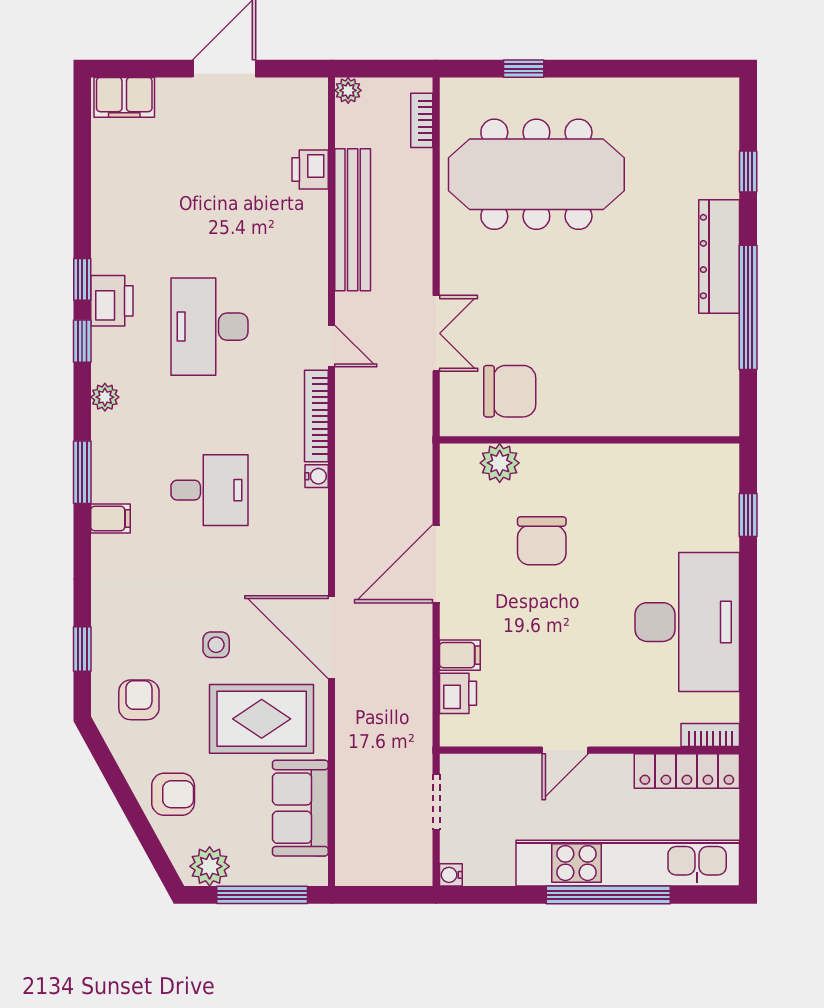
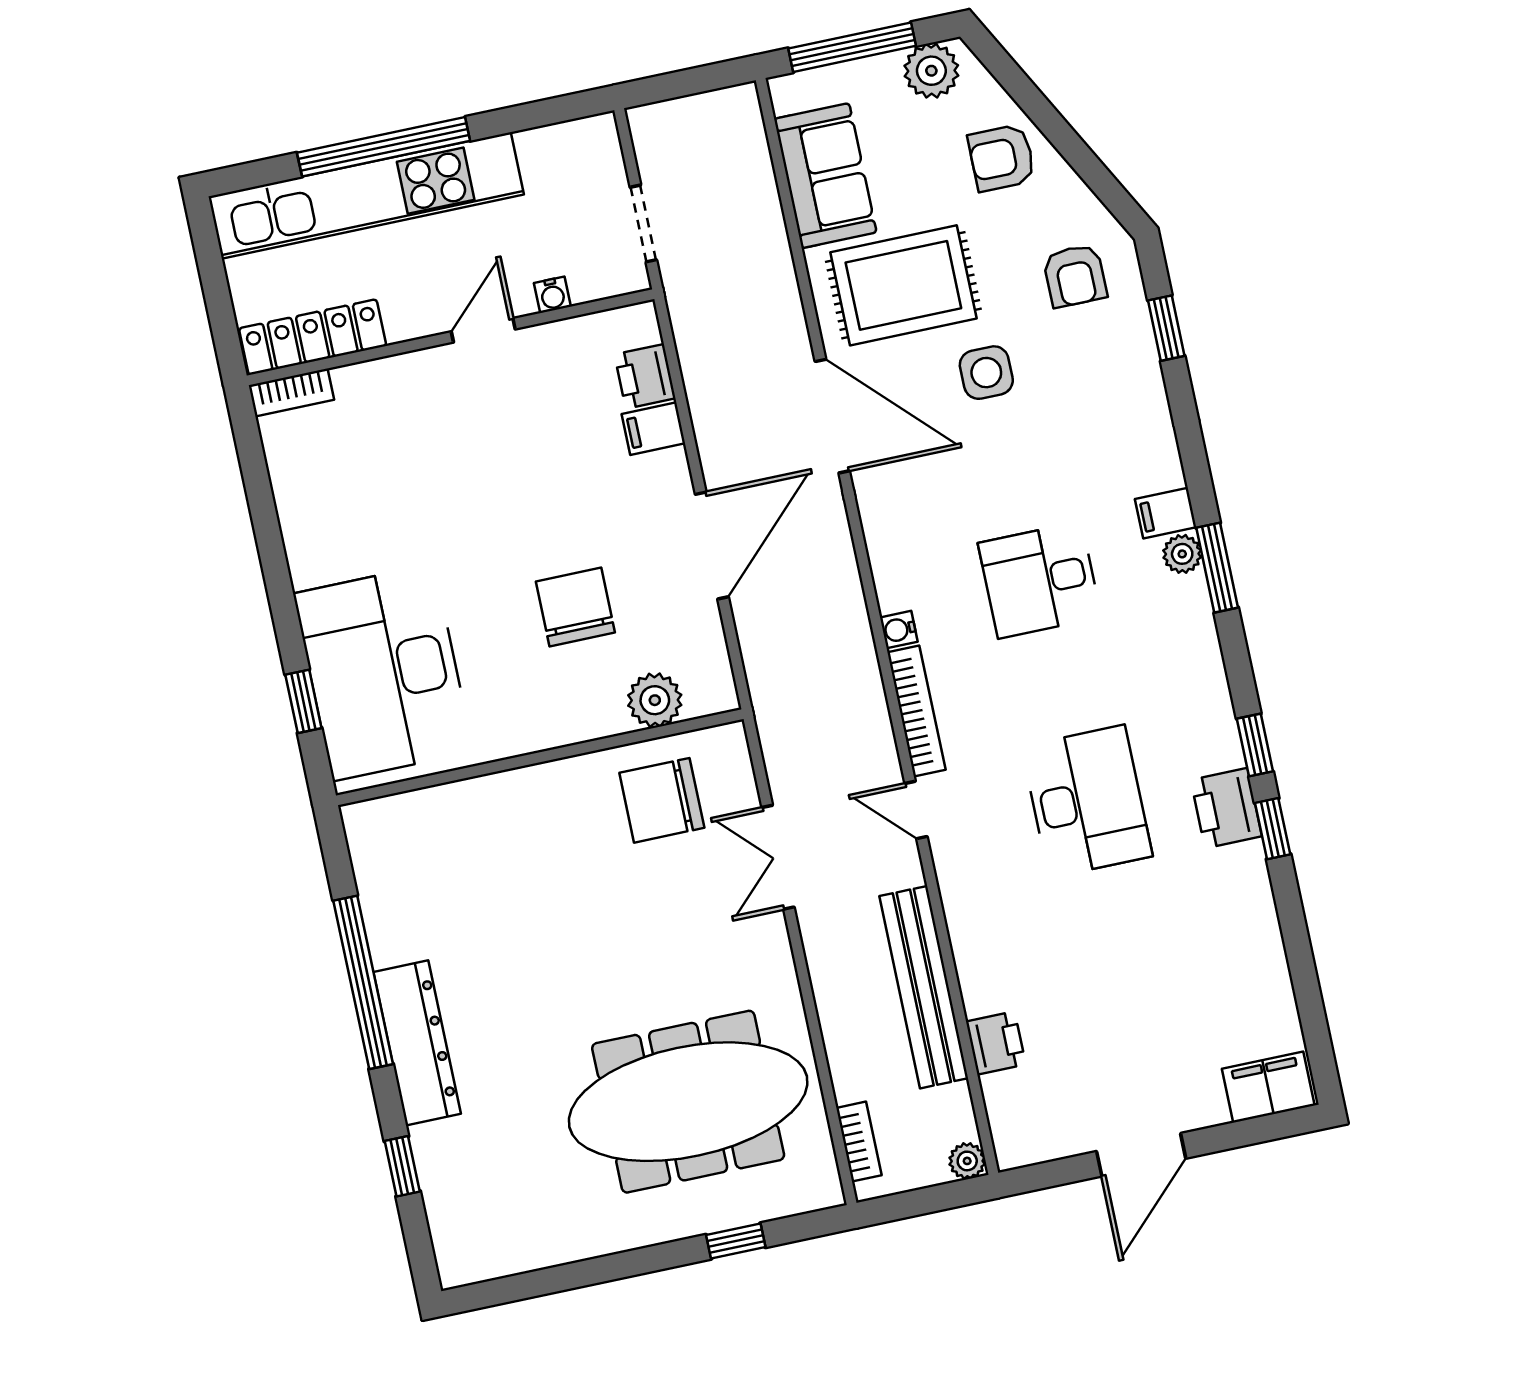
plant: (105, 397) -> (1182, 554), moved
desk: (687, 622) -> (383, 672), moved
side table: (216, 645) -> (986, 373), width x1.37, depth x1.37
water cooler: (451, 875) -> (552, 295), moved, turned 90

